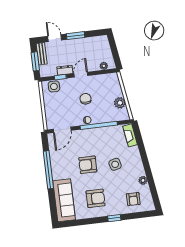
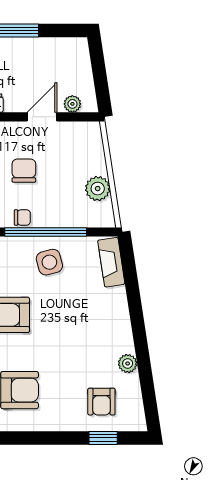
door: (81, 75) -> (42, 117), moved
side table: (115, 164) -> (49, 262), moved
window: (114, 218) -> (103, 438), moved

